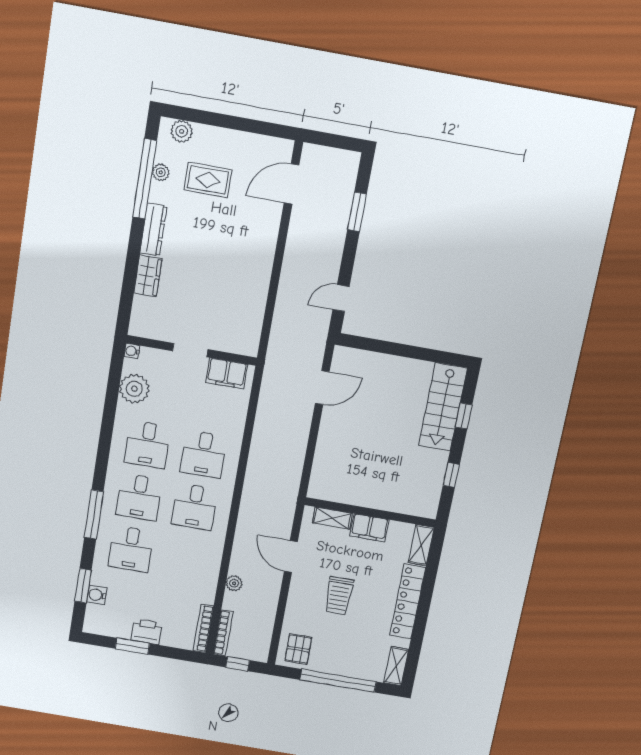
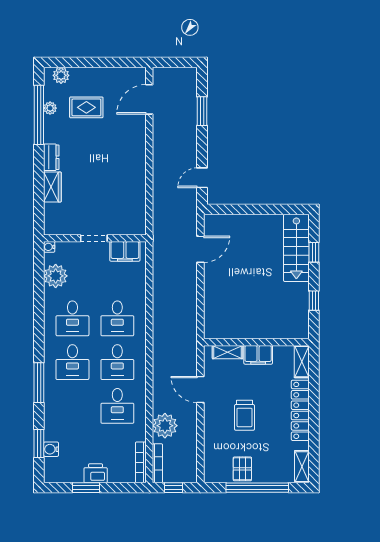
dresser: (153, 230) -> (51, 157), width x0.70
desk: (131, 549) -> (117, 406), moved
plant: (234, 583) -> (165, 426), width x1.87, depth x1.87
pallet: (298, 649) -> (242, 469), moved

